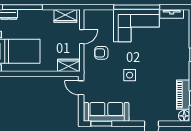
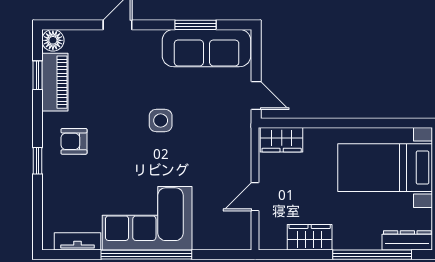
wardrobe: (65, 16) -> (310, 237), moved
armchair: (101, 53) -> (74, 141), moved, turned 180
window: (101, 124) -> (195, 25), moved

